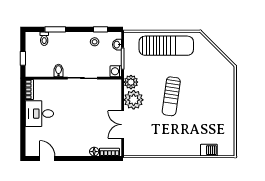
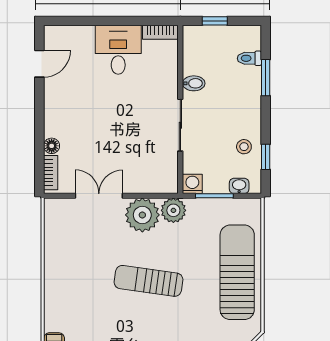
sun lounger: (166, 46) -> (237, 272), turned 180

